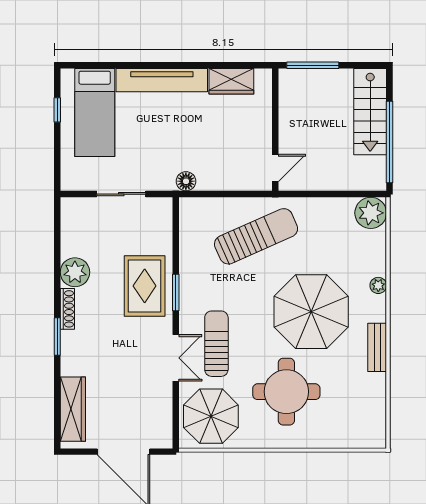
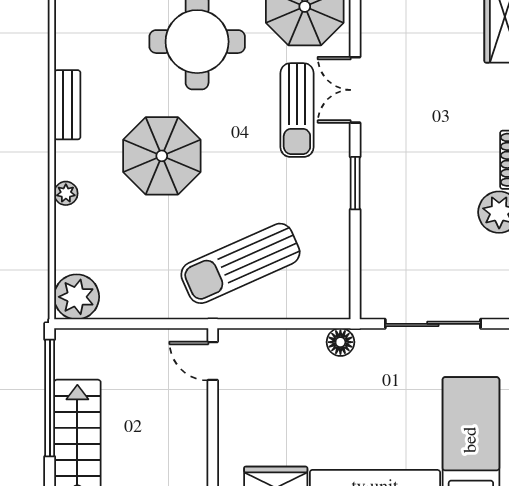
door: (275, 168) -> (213, 361), hinge flipped
sliding door: (121, 194) -> (433, 324), width x1.37
rug: (145, 286) -> (400, 193), removed
parasol: (311, 312) -> (162, 156), width x0.73, depth x0.73

